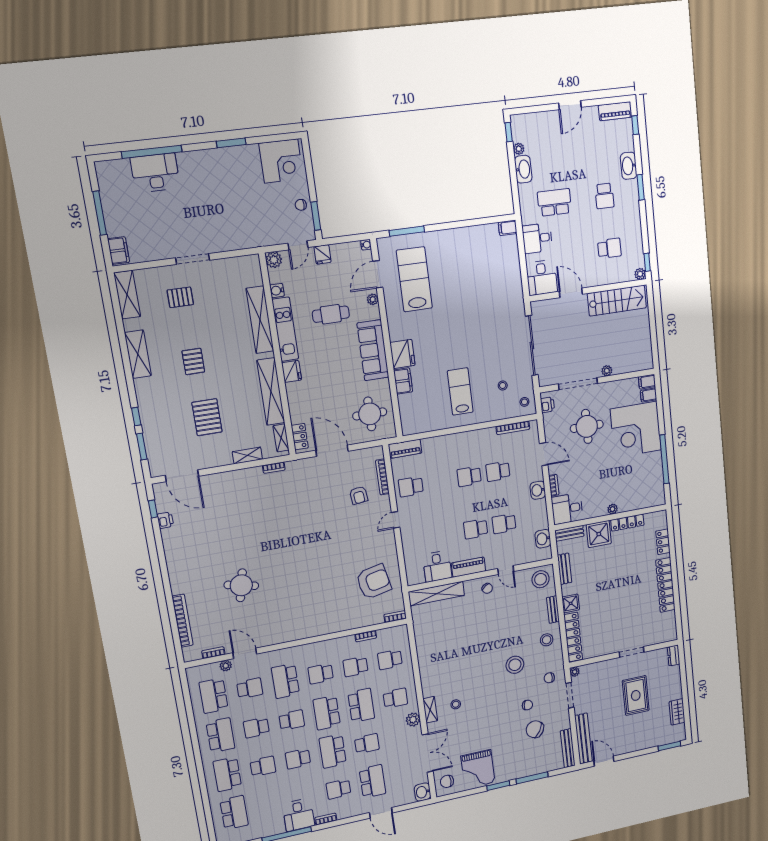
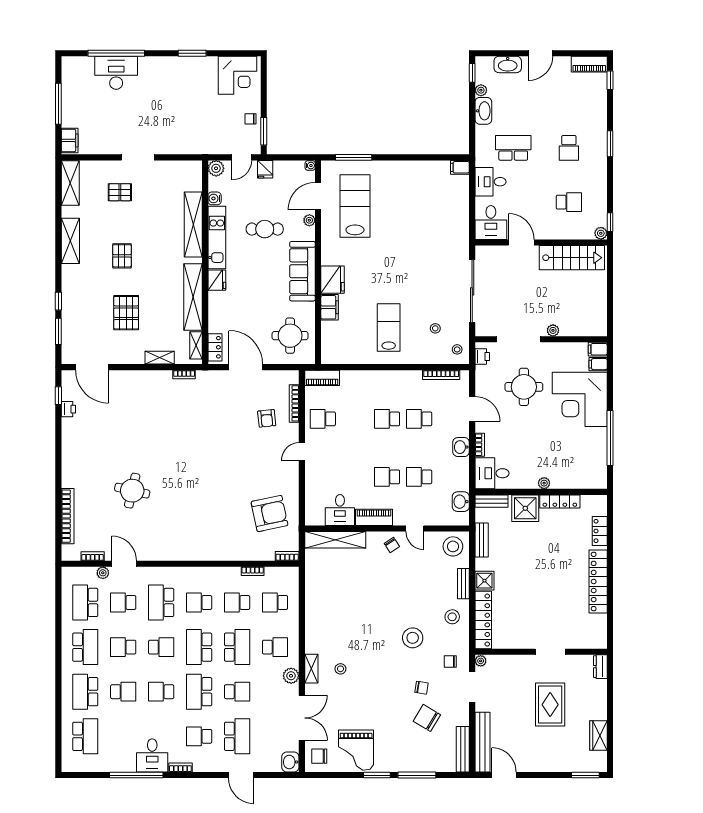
washbasin: (629, 166) -> (508, 64), moved, turned -90
school desk: (250, 688) -> (123, 602), turned 180

